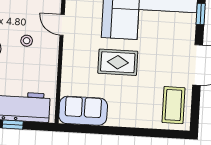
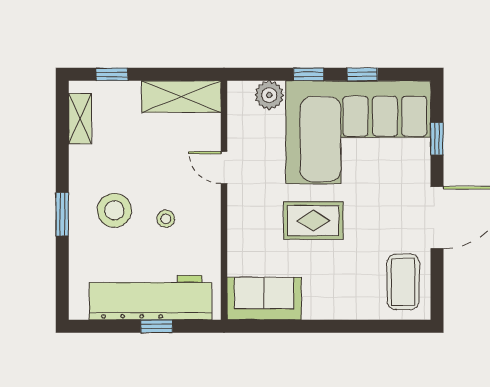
stool: (27, 41) -> (166, 219), moved

